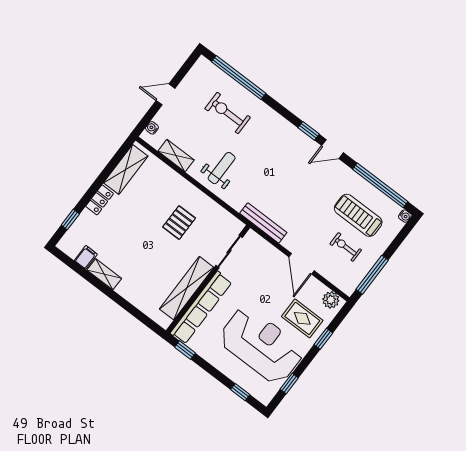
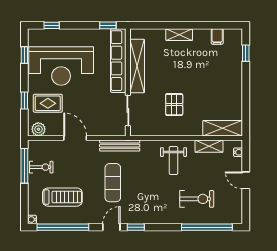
door: (166, 94) -> (246, 180), swing flipped
shelving: (126, 169) -> (222, 128), moved, turned 90
exercise mat: (298, 192) -> (113, 183), added
locker: (100, 200) -> (237, 80), removed
exercise bike: (346, 247) -> (41, 167), moved
shelving: (104, 274) -> (179, 35), moved

